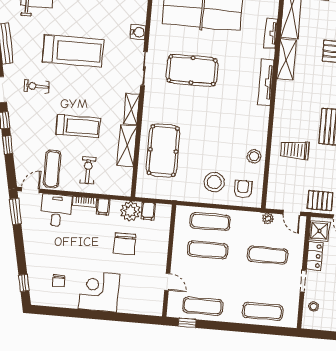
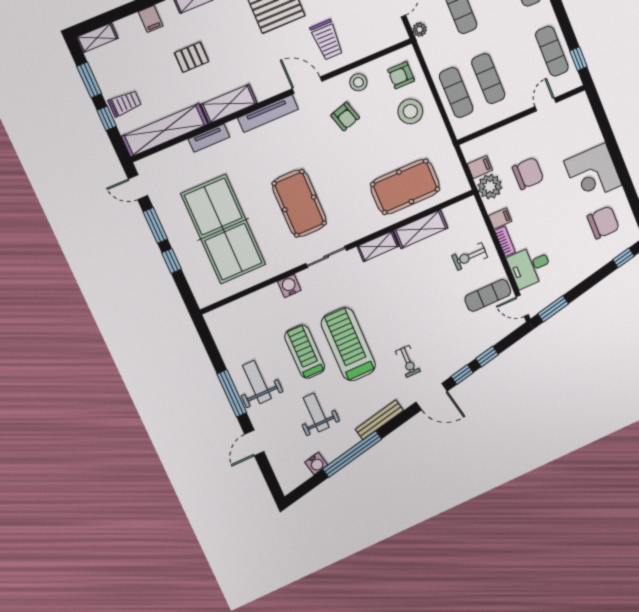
door: (271, 120) -> (307, 85), added
treadmill: (78, 126) -> (305, 352), moved
armchair: (235, 134) -> (345, 117), added
chair: (59, 281) -> (603, 222), width x1.87, depth x1.87

